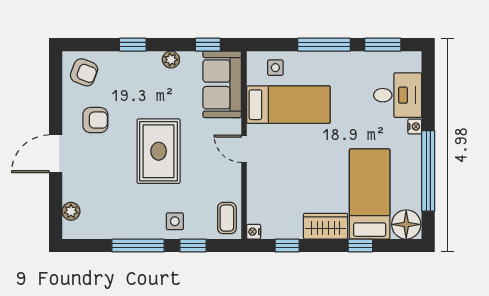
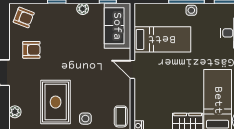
side table: (275, 68) -> (191, 10), moved
rug: (159, 151) -> (56, 102), moved

